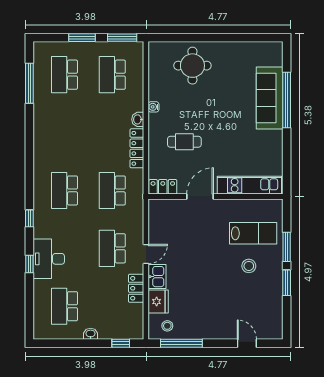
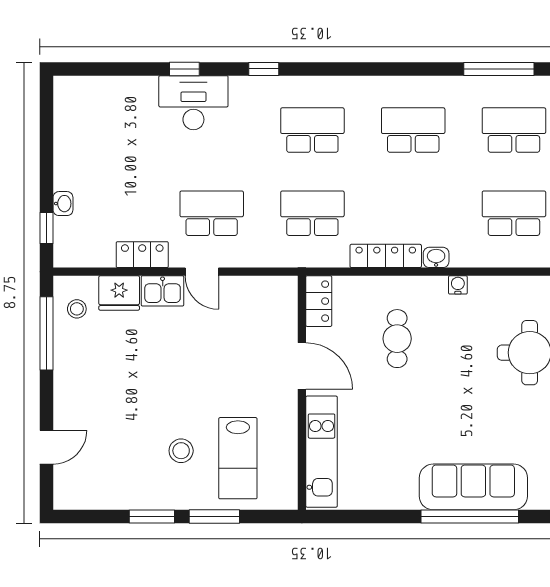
school desk: (65, 306) -> (413, 130), moved
washbasin: (91, 334) -> (63, 204), moved

